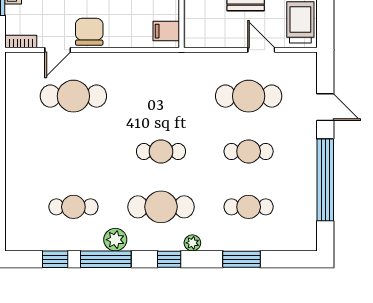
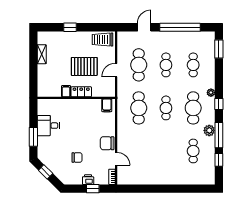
door: (261, 50) -> (116, 70), moved
cafe table: (73, 96) -> (139, 108), moved
window: (242, 259) -> (219, 49), moved

